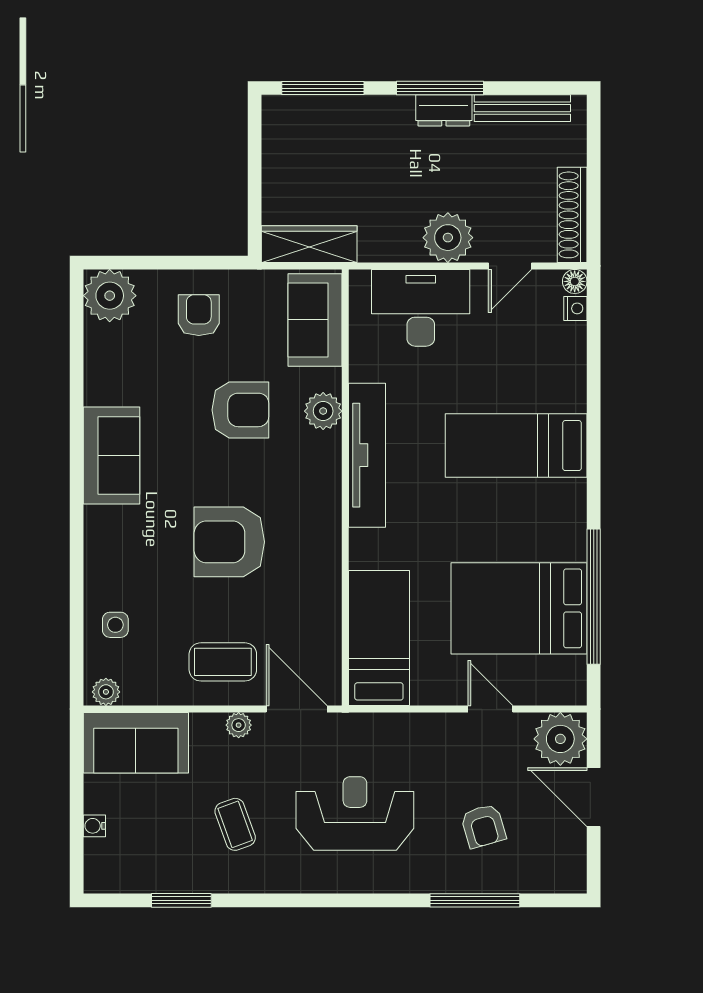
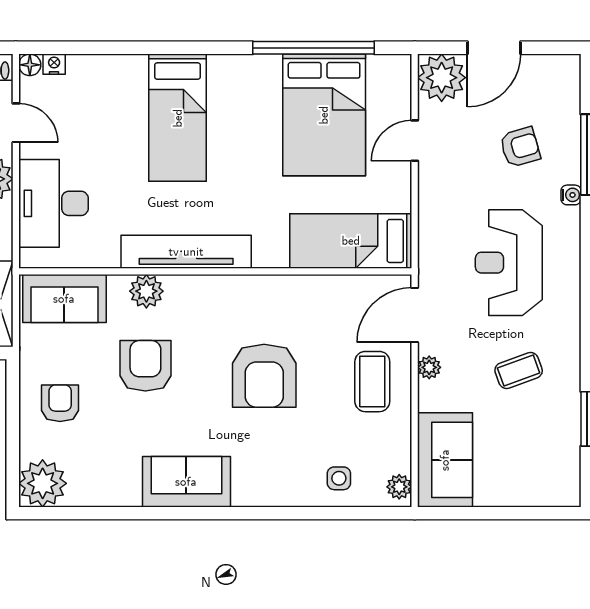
armchair: (199, 315) -> (60, 403), turned 90
water cooler: (94, 826) -> (571, 195), moved, turned -90

